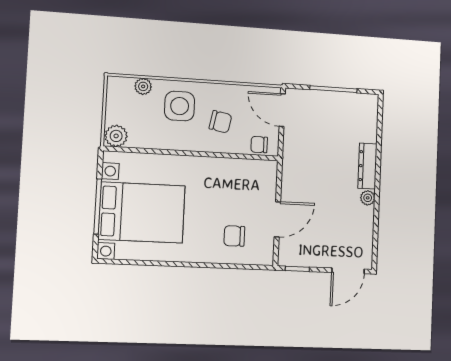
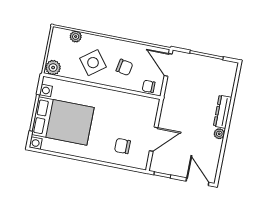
side table: (180, 106) -> (93, 63), moved, turned -37
door: (348, 271) -> (198, 182), swing flipped

